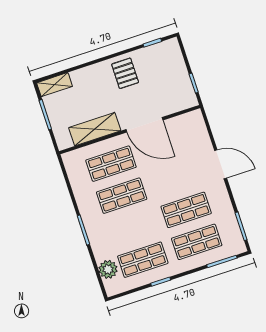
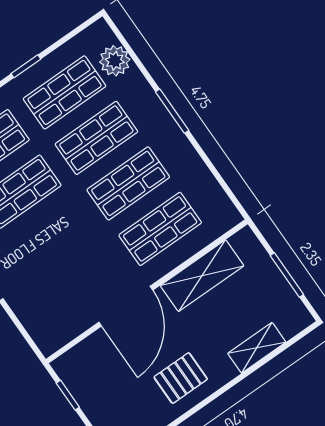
pallet: (125, 73) -> (181, 378), turned 90
shelving: (55, 85) -> (257, 348), moved
door: (144, 125) -> (126, 306), swing flipped
shop shelf: (132, 228) -> (96, 138), added

